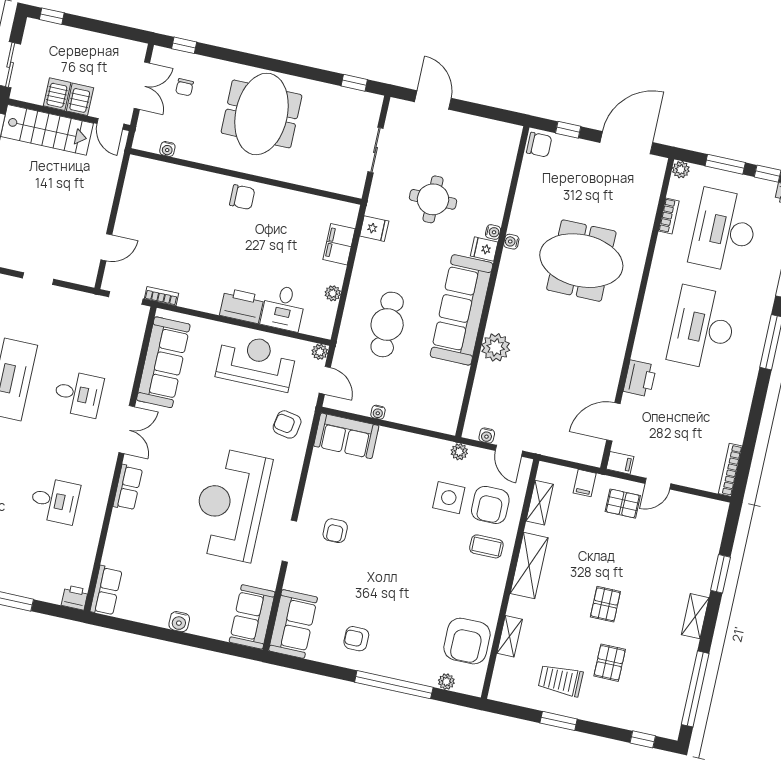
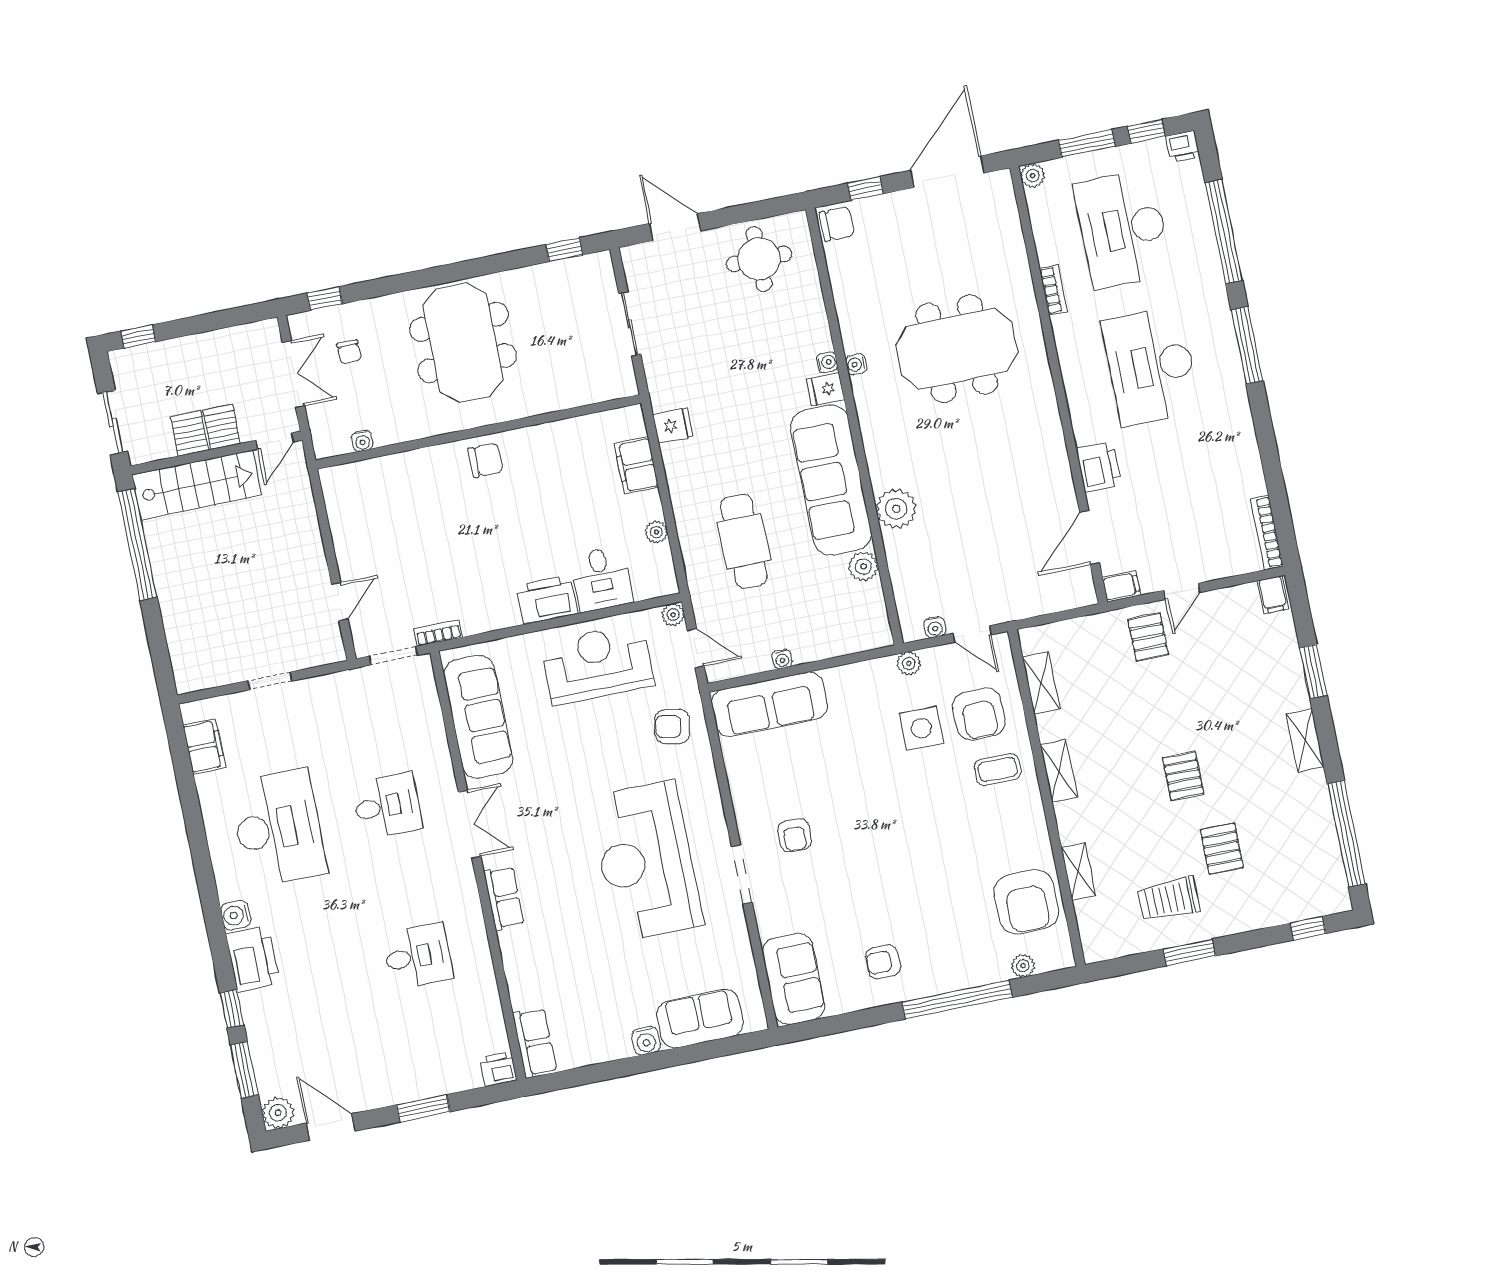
door: (110, 124) -> (275, 441), hinge flipped
round table: (433, 199) -> (759, 259), moved
bookcase: (669, 216) -> (1053, 290), moved
plant: (458, 375) -> (863, 566), added
sofa: (346, 436) -> (770, 704), width x1.36
filing cabinet: (585, 483) -> (1273, 595), moved
pallet: (623, 504) -> (1148, 637), turned 90
shelving: (529, 566) -> (1059, 771), width x0.67, depth x0.75
sofa: (252, 617) -> (700, 1019), moved, turned 90

